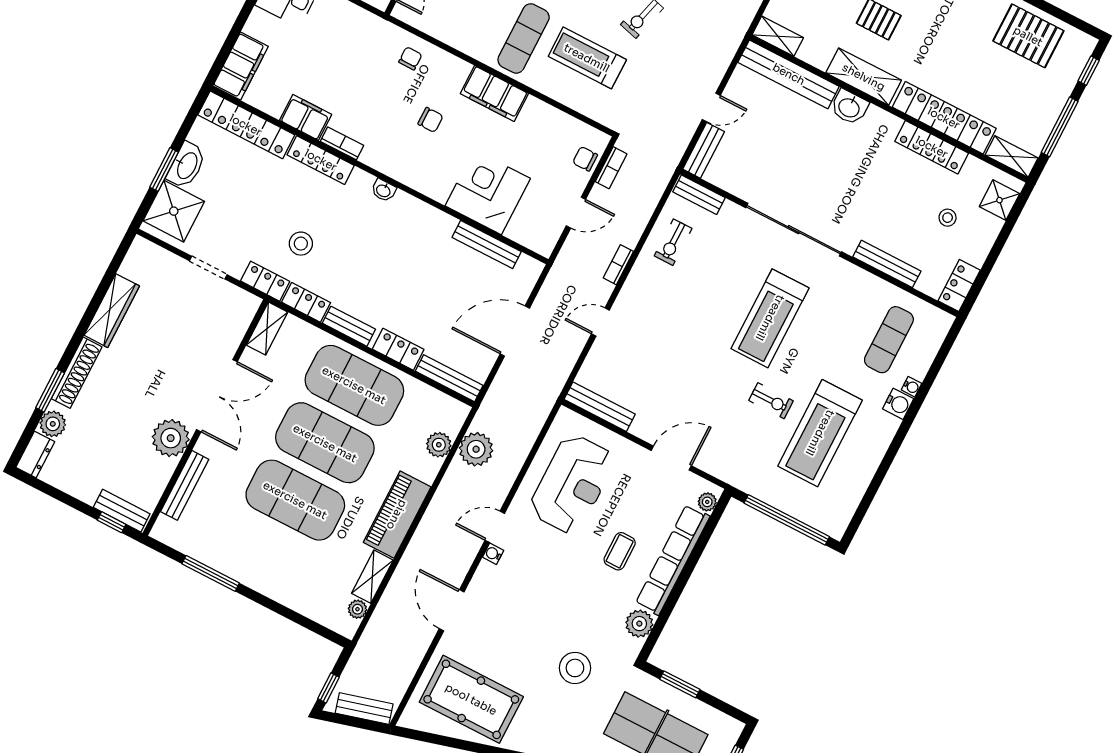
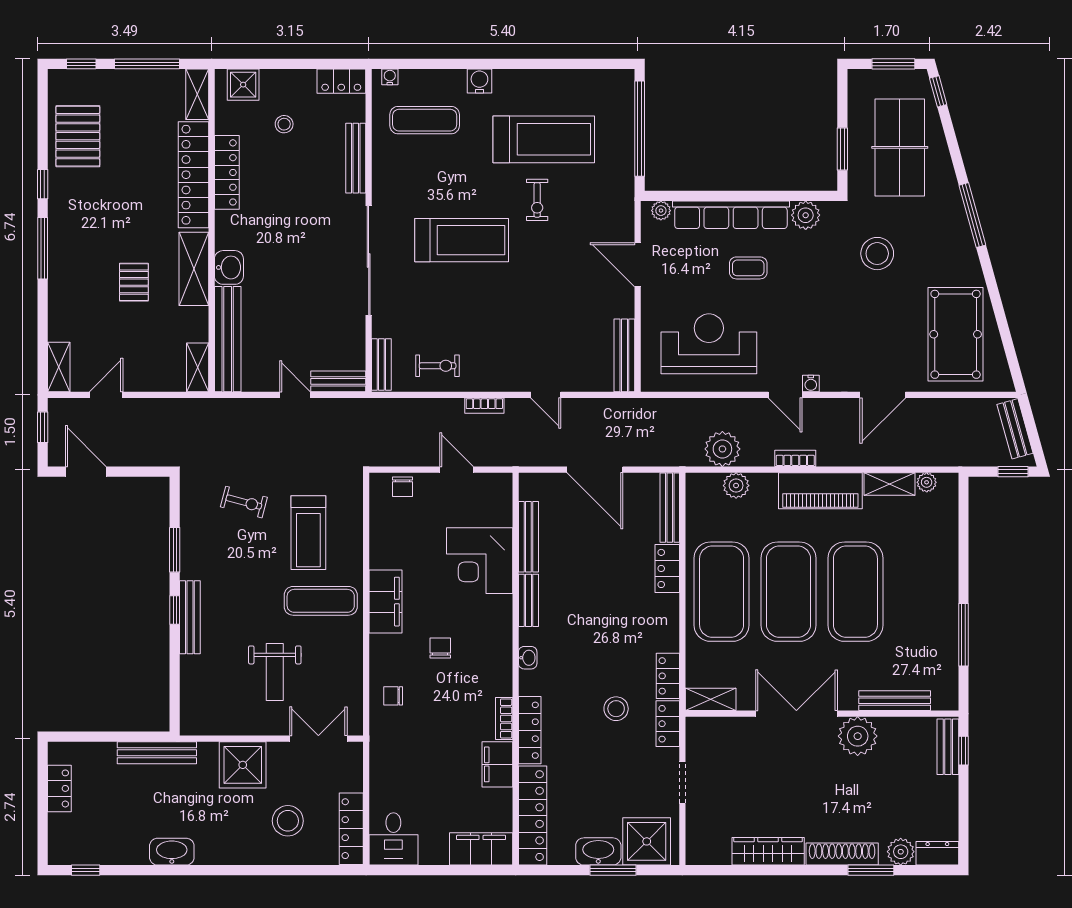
bookcase: (611, 168) -> (795, 458), moved
bench: (349, 326) -> (529, 600), moved
water cooler: (912, 387) -> (390, 77), moved
exercise bike: (771, 401) -> (537, 200), turned 180

